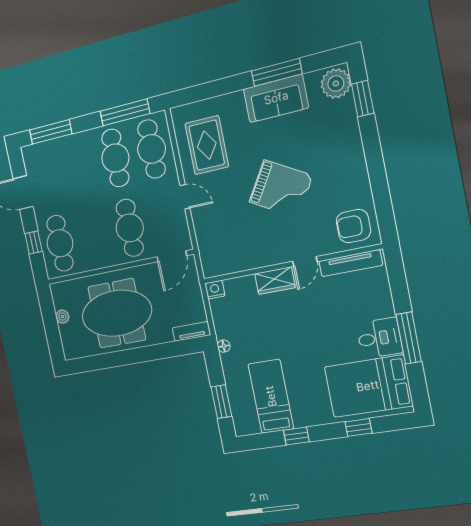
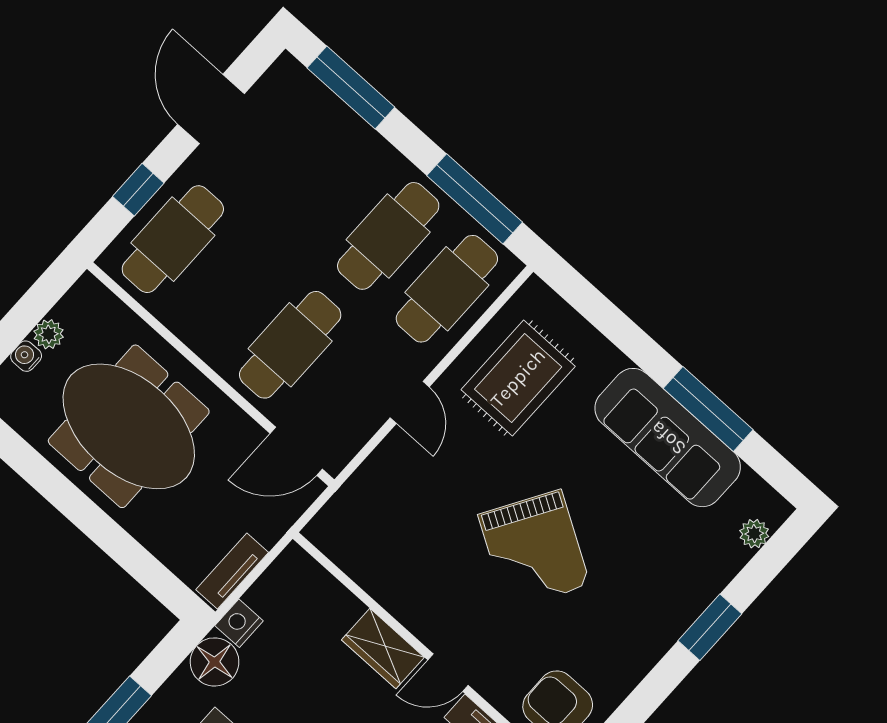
plant: (336, 83) -> (754, 534), width x0.53, depth x0.53
sofa: (276, 98) -> (668, 438), width x1.36
window: (363, 99) -> (710, 627), moved
nightstand: (215, 290) -> (239, 623), moved, turned -90
water cooler: (65, 331) -> (26, 356), added
tv unit: (191, 331) -> (232, 571), moved, turned -90
floor lamp: (224, 346) -> (215, 662), width x1.89, depth x1.89

